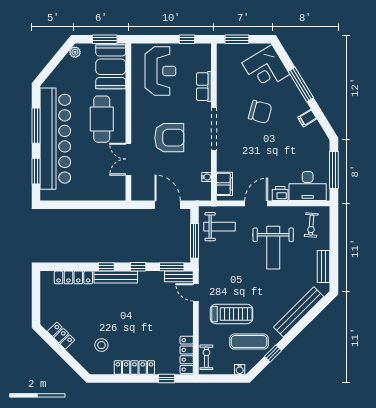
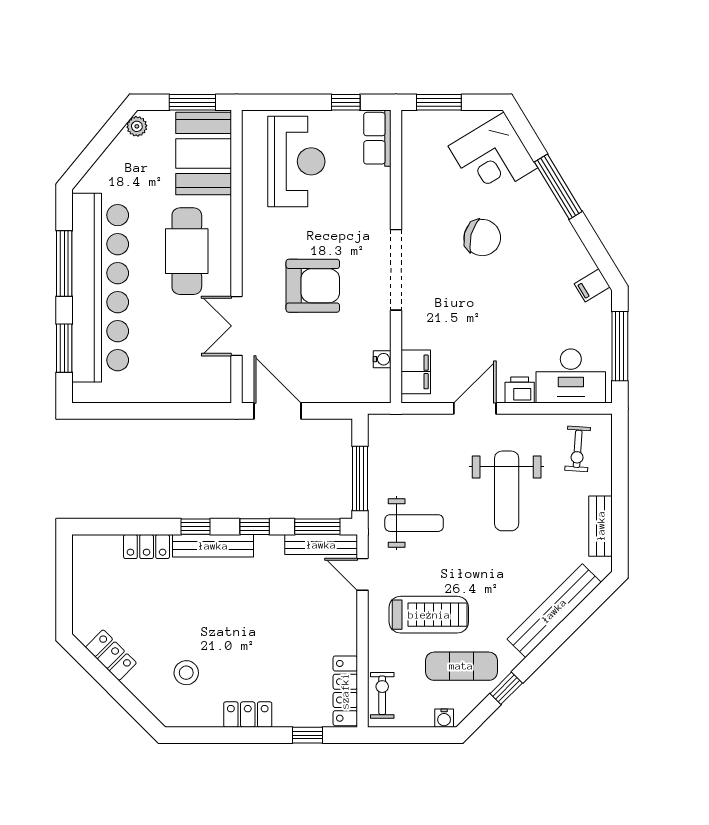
row of seats: (204, 87) -> (377, 138), moved
filing cabinet: (307, 118) -> (592, 285), moved
door: (168, 205) -> (277, 411), moved
weight bench: (219, 227) -> (414, 523), moved
bench: (179, 276) -> (321, 545), width x1.36
locker: (73, 277) -> (147, 547), width x0.66
locker: (134, 368) -> (248, 715), width x0.66

